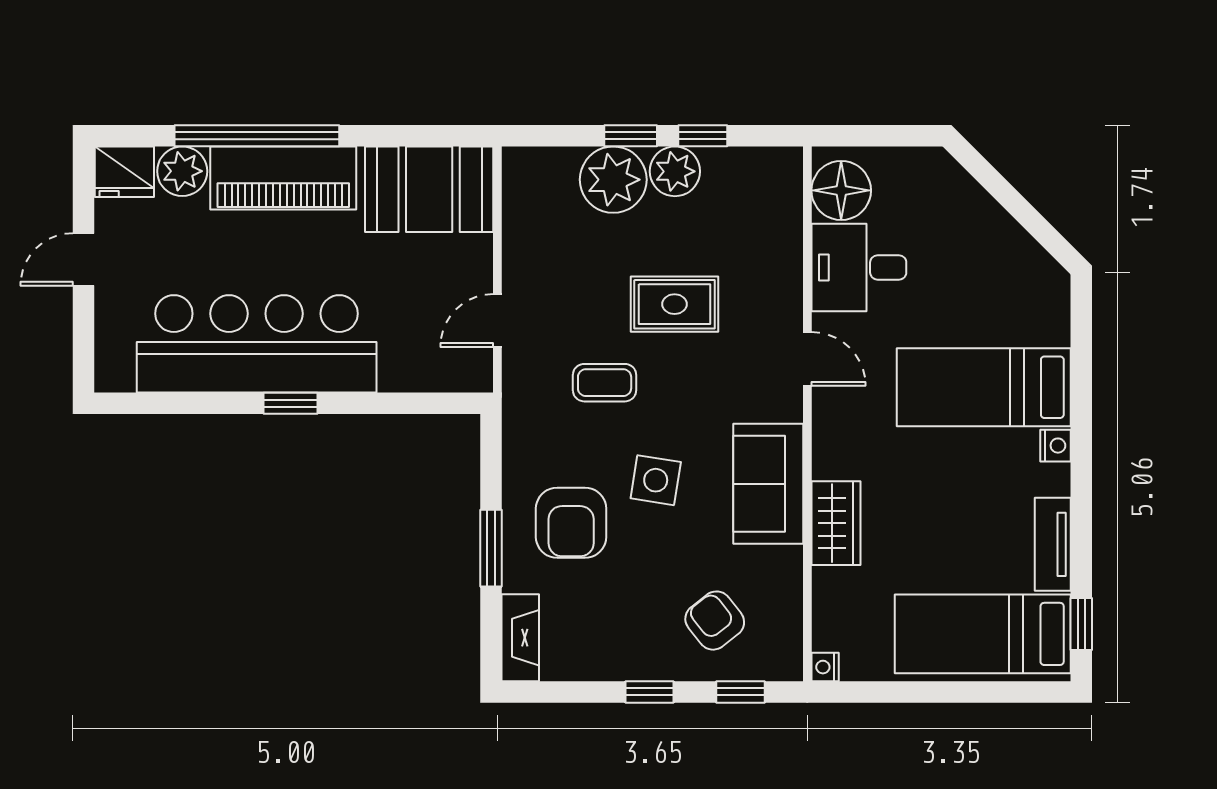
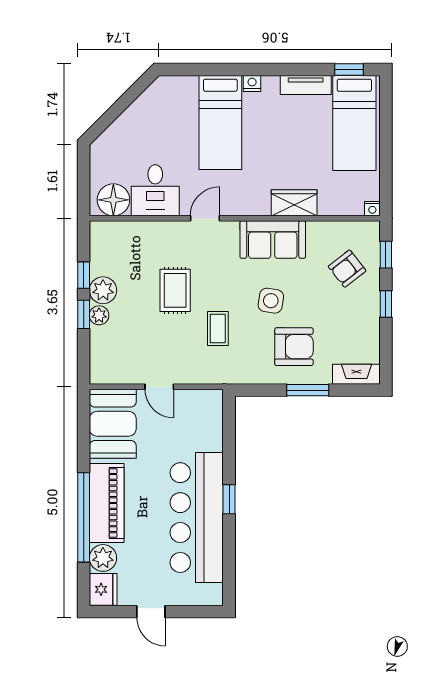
plant: (613, 180) -> (99, 315), width x0.53, depth x0.53
door: (497, 321) -> (159, 387), moved

